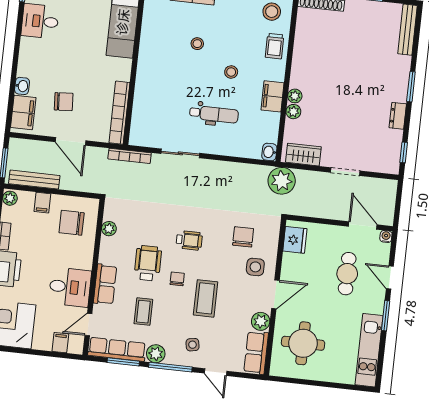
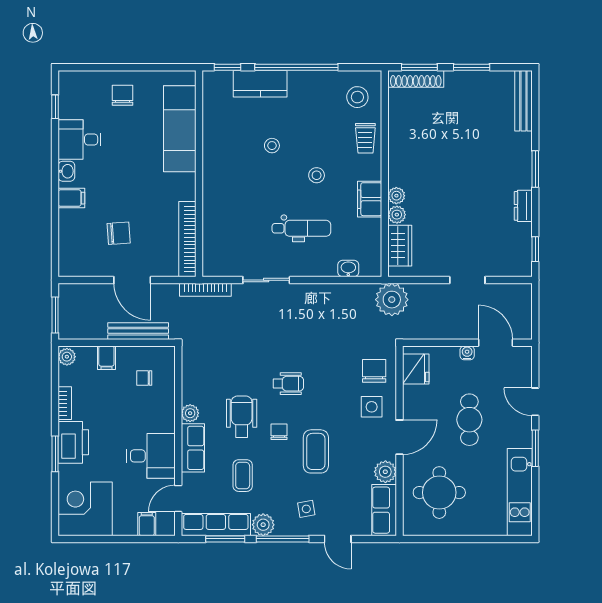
washbasin: (22, 86) -> (66, 171), moved
filing cabinet: (23, 112) -> (71, 198), moved, width x0.50
washbasin: (269, 152) -> (348, 269), moved, turned 90
wardrobe: (303, 155) -> (400, 246), moved, turned 90
bench: (34, 180) -> (138, 331), moved
chair: (72, 223) -> (144, 378), width x0.54, depth x0.54
plant: (109, 229) -> (190, 413), moved
water cooler: (386, 236) -> (467, 353), moved
chair: (243, 237) -> (374, 371), moved
cafe table: (347, 274) -> (469, 420), moved

